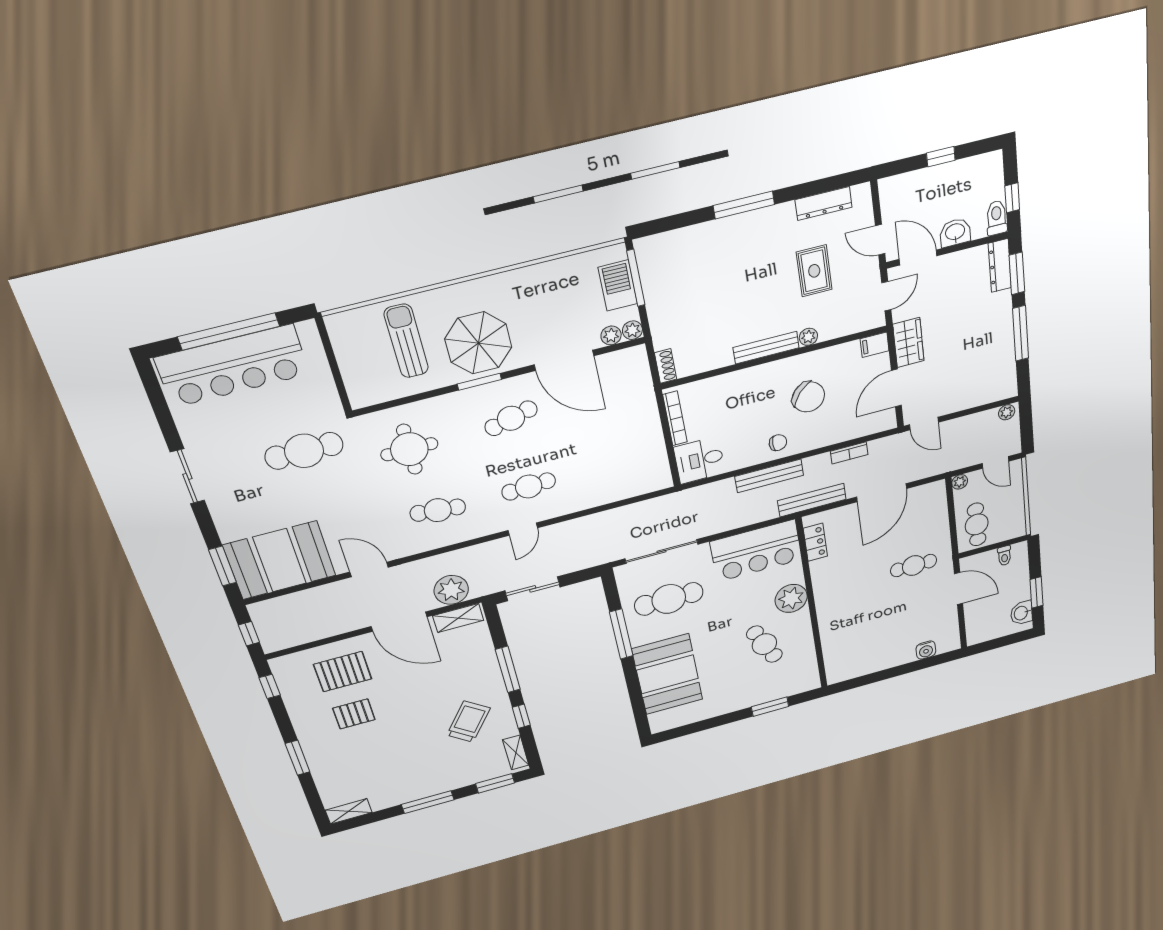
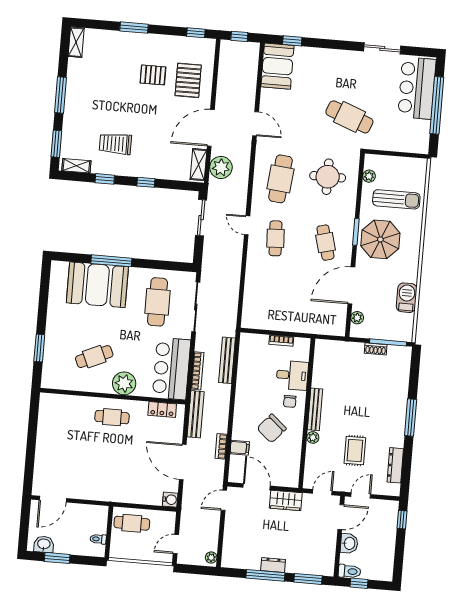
window: (941, 157) -> (402, 520), moved
dresser: (1000, 266) -> (273, 565), moved, width x0.70
rug: (814, 271) -> (355, 451), turned 90
barbecue: (618, 285) -> (407, 298), moved, turned -90
door: (886, 296) -> (322, 492), swing flipped
plant: (632, 330) -> (369, 176), moved
filing cabinet: (875, 345) -> (240, 448), moved, turned 90
bar counter: (233, 366) -> (417, 88), width x0.73
shoe rack: (665, 366) -> (376, 349), moved
bookcase: (675, 418) -> (281, 341), width x0.64
chair: (778, 443) -> (290, 401), moved
cafe table: (304, 451) -> (349, 117), turned -69
desk: (699, 460) -> (292, 375), moved, turned 90
sliding door: (187, 476) -> (382, 48), moved
bench: (769, 476) -> (227, 360), moved
plant: (960, 482) -> (170, 517), removed
cafe table: (438, 510) -> (280, 179), width x1.37, depth x1.35
bookcase: (750, 519) -> (198, 371), added
booth: (280, 560) -> (277, 66), width x0.73, depth x0.70
window: (222, 566) -> (292, 41), width x0.67
cafe table: (914, 566) -> (112, 417), moved, turned 90
door: (369, 570) -> (256, 124), hinge flipped
door: (959, 589) -> (53, 499), moved
window: (621, 634) -> (111, 261), moved
water cooler: (926, 650) -> (170, 500), moved, turned 180
window: (508, 669) -> (146, 182), width x0.46
pallet: (354, 714) -> (153, 75), turned 90
trolley: (468, 722) -> (115, 144), turned 143

